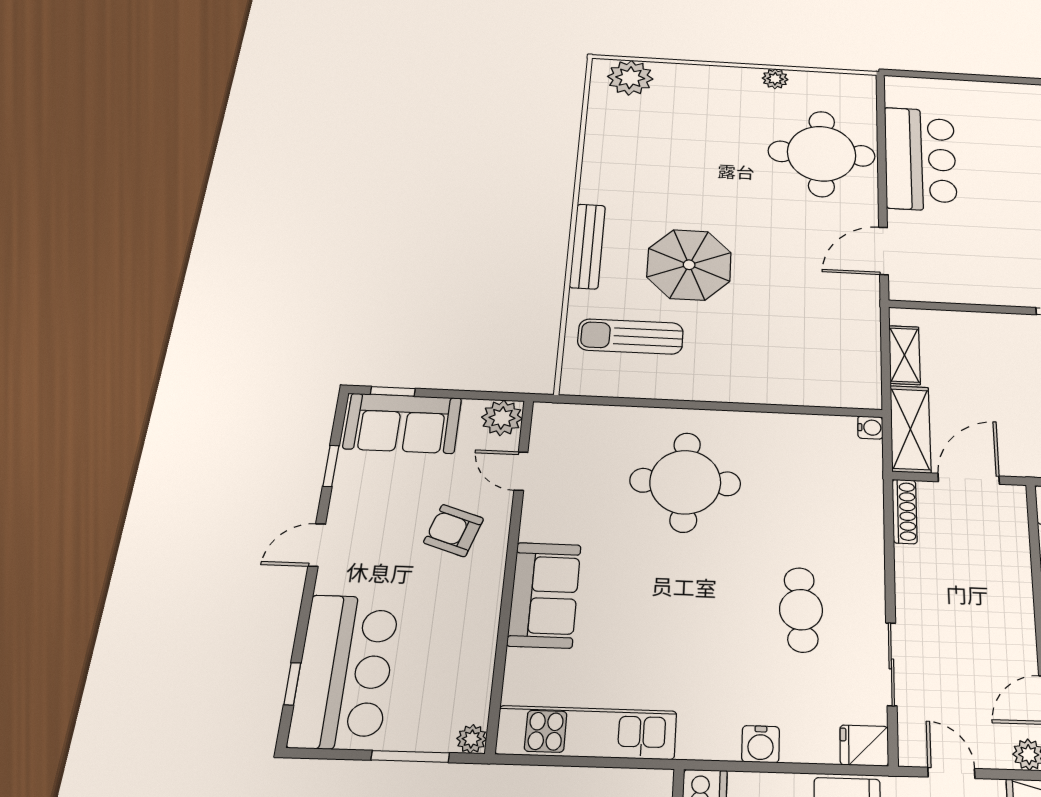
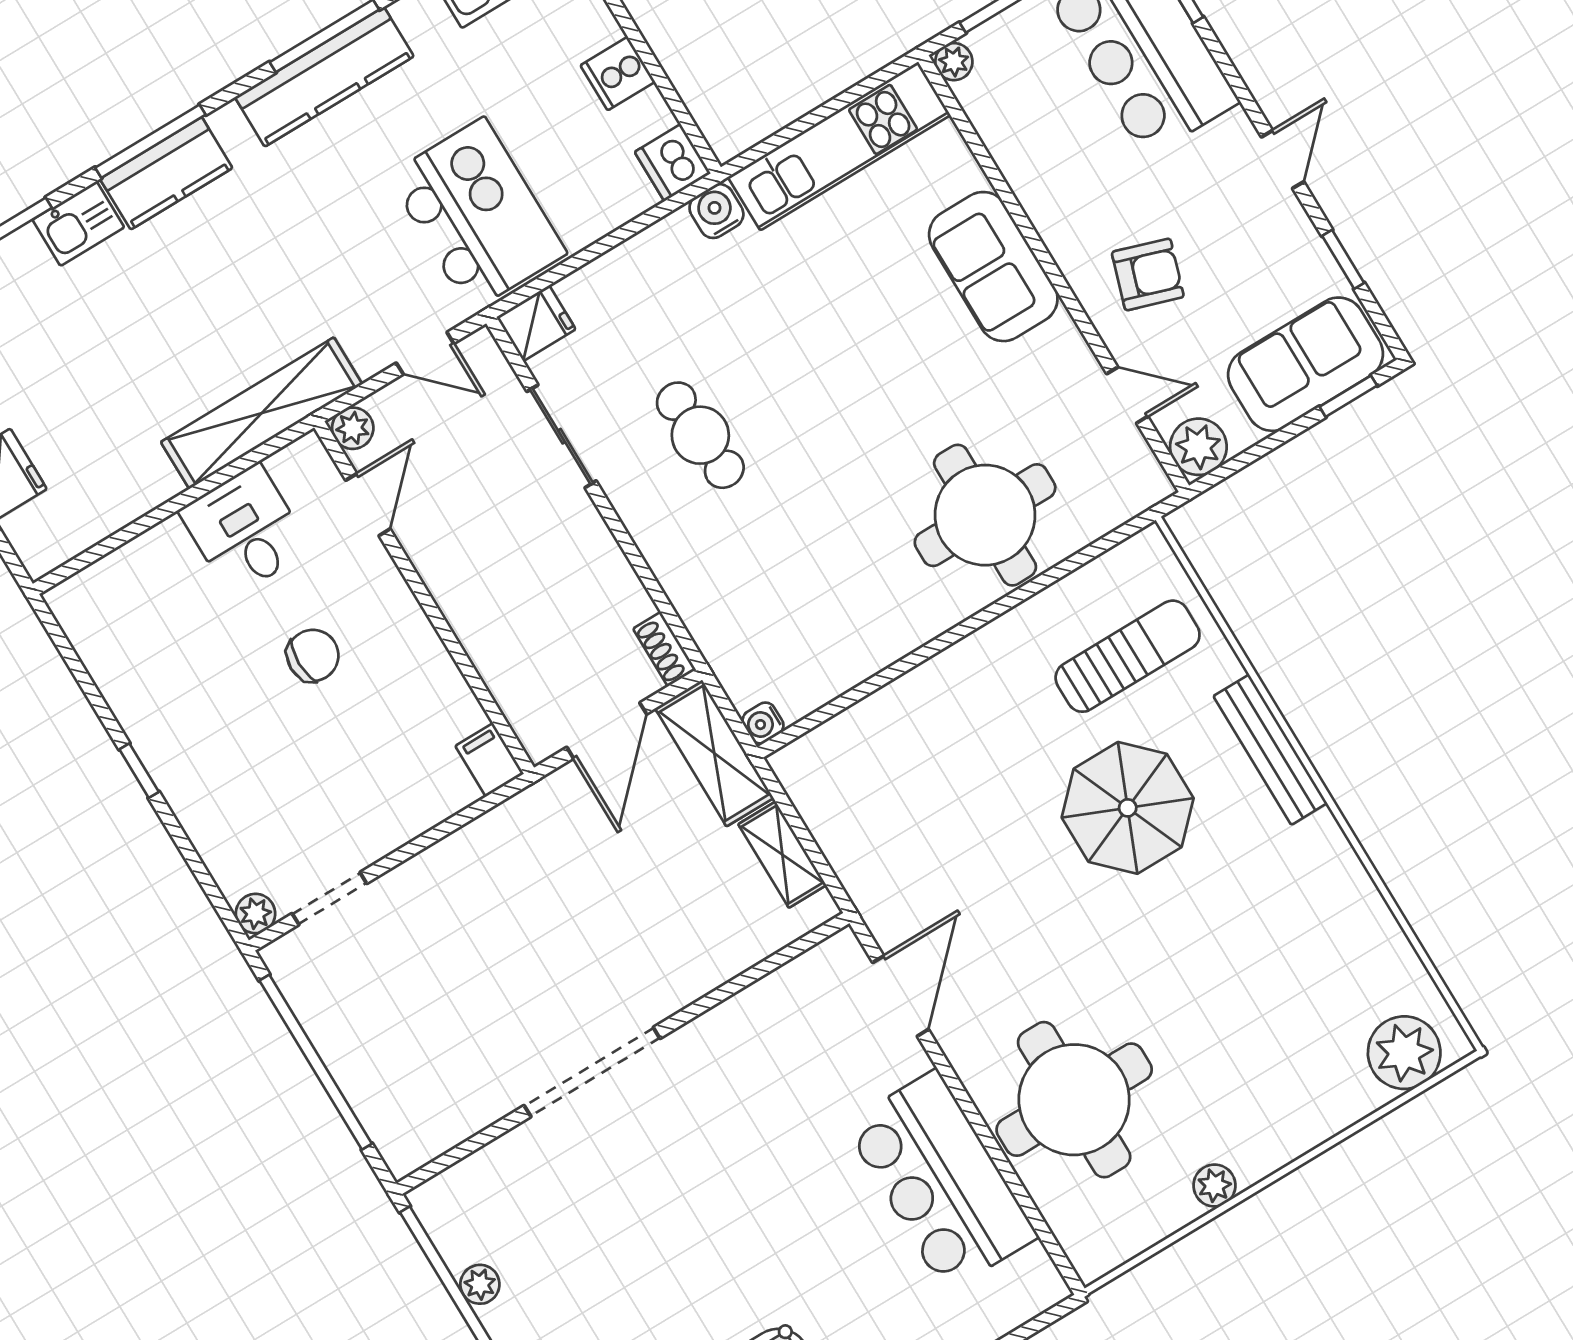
round table: (685, 482) -> (985, 515), moved
shoe rack: (905, 511) -> (664, 649), width x0.70
water cooler: (761, 744) -> (716, 211), moved

